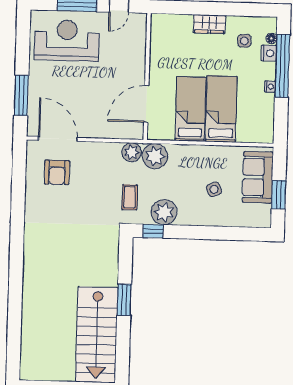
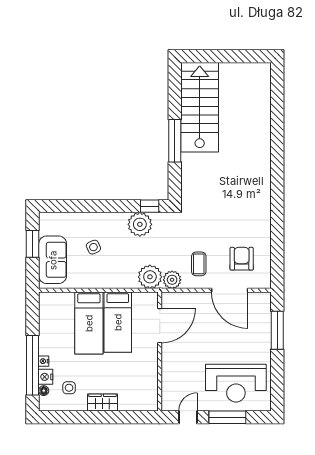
nightstand: (270, 86) -> (44, 361), moved
door: (58, 139) -> (230, 290), moved
coffee table: (130, 197) -> (199, 264), moved
window: (124, 300) -> (175, 141), width x1.44

